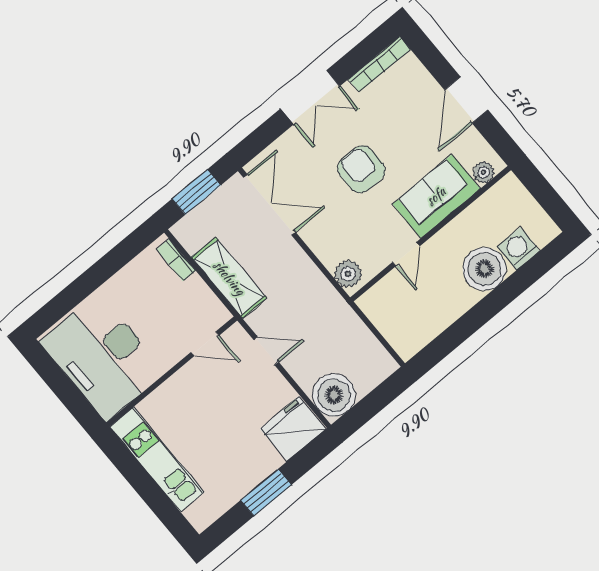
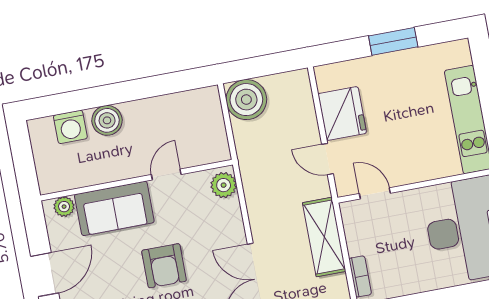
boiler: (484, 269) -> (107, 120), width x0.73, depth x0.73
boiler: (334, 395) -> (246, 100), moved
fridge: (293, 429) -> (342, 113), moved, turned -90

